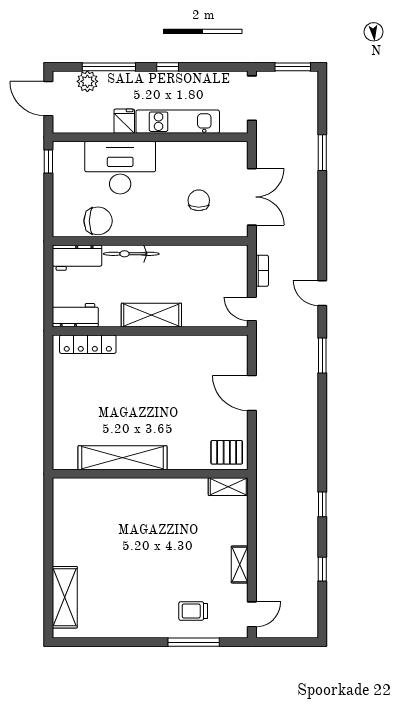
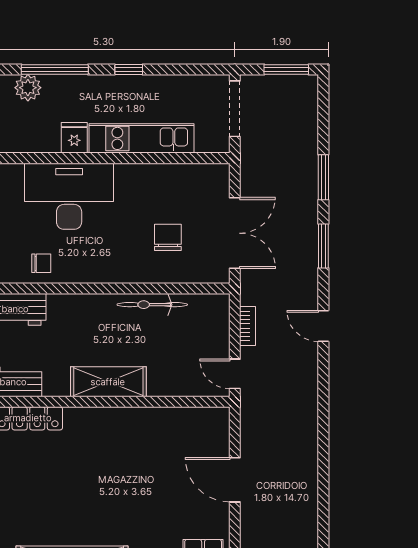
chair: (98, 221) -> (41, 263), width x0.54, depth x0.54
bicycle: (131, 254) -> (152, 305), moved
door: (322, 293) -> (323, 326), moved
window: (322, 355) -> (323, 246), moved

